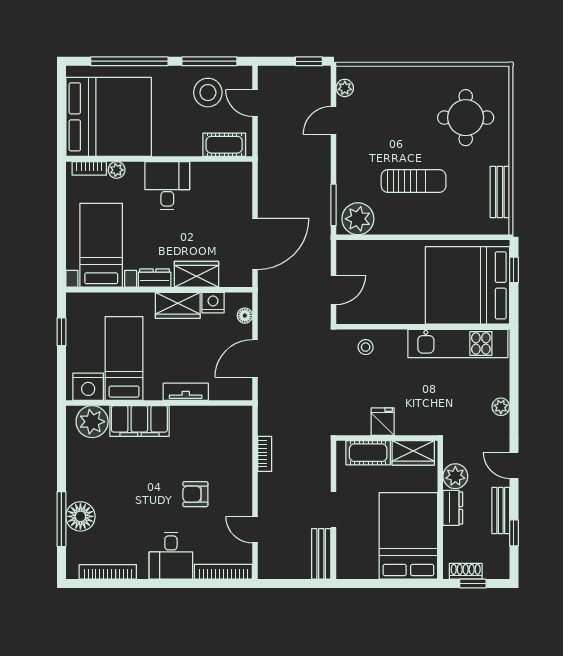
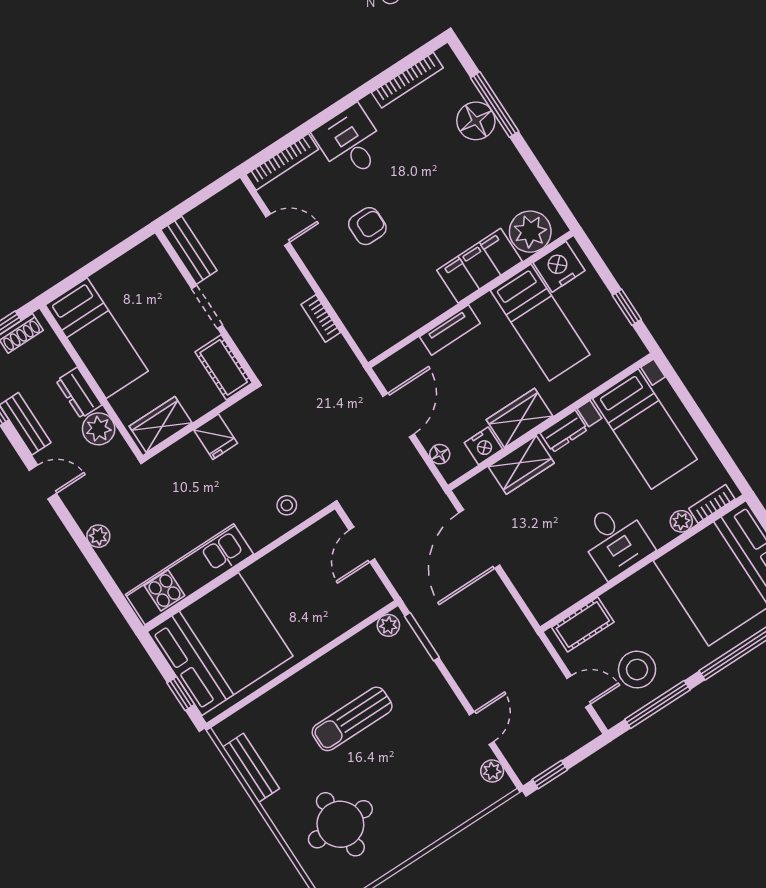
plant: (358, 219) -> (388, 625), width x0.53, depth x0.53
cot: (368, 453) -> (224, 367), moved, turned 90
bed: (408, 536) -> (97, 338), width x0.67

